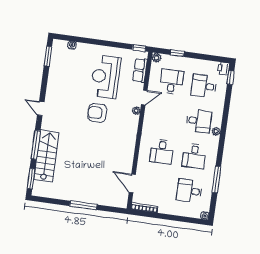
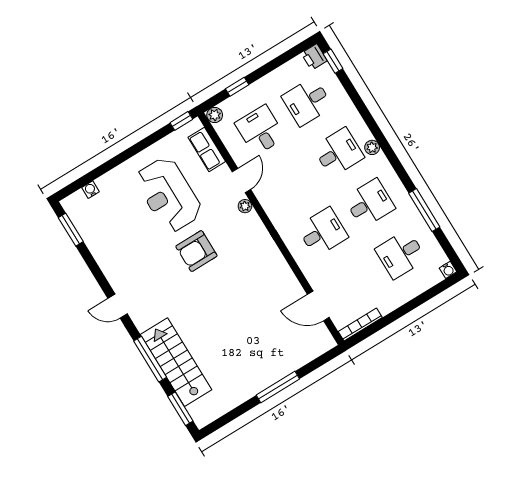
desk: (162, 151) -> (323, 232), turned -90
desk: (194, 156) -> (370, 203), turned -90

